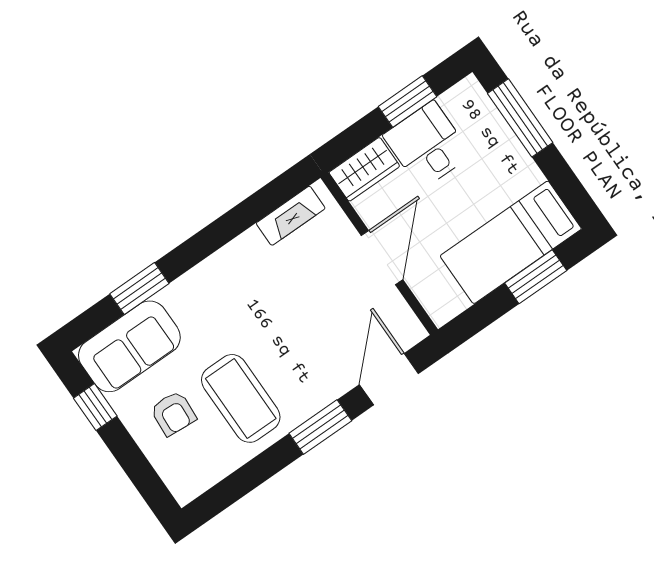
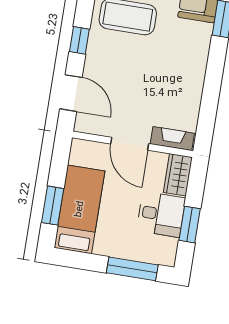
fireplace: (291, 216) -> (172, 139), moved, turned 90
window: (320, 427) -> (79, 40), width x0.67

